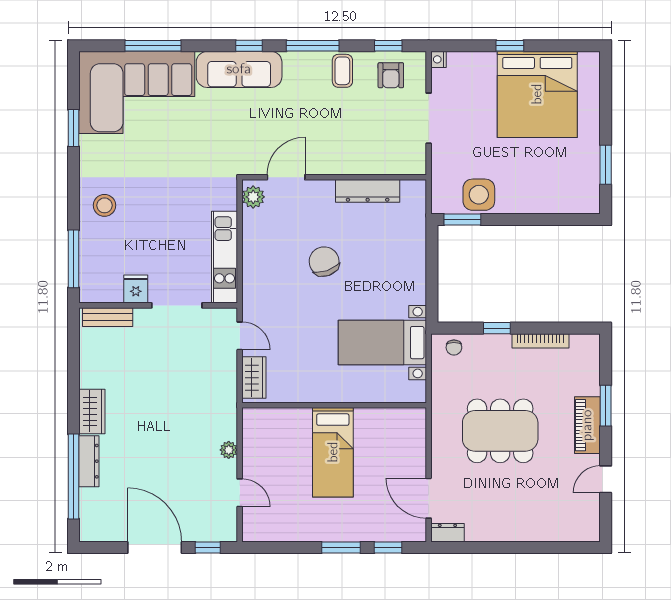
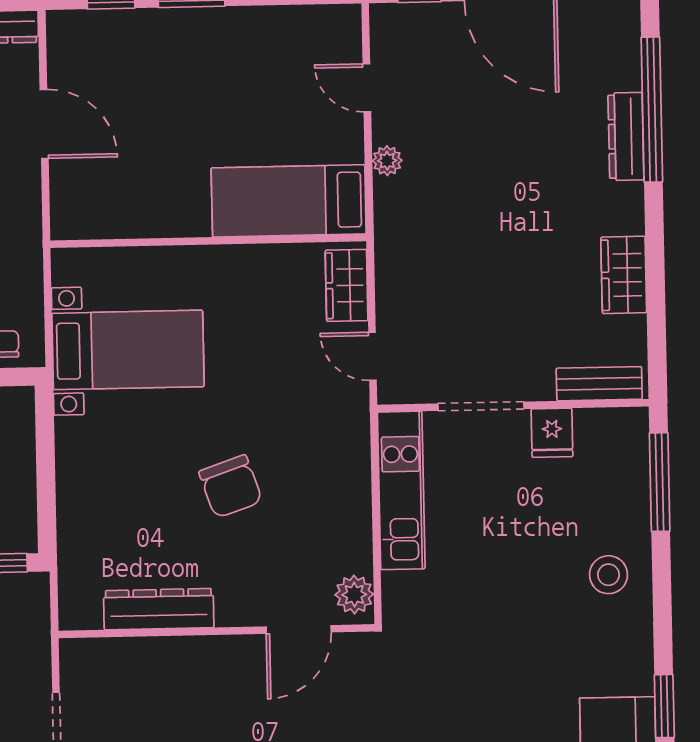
wardrobe: (92, 411) -> (624, 275), moved
bed: (333, 452) -> (289, 201), moved, turned -90
door: (429, 498) -> (44, 124), moved

